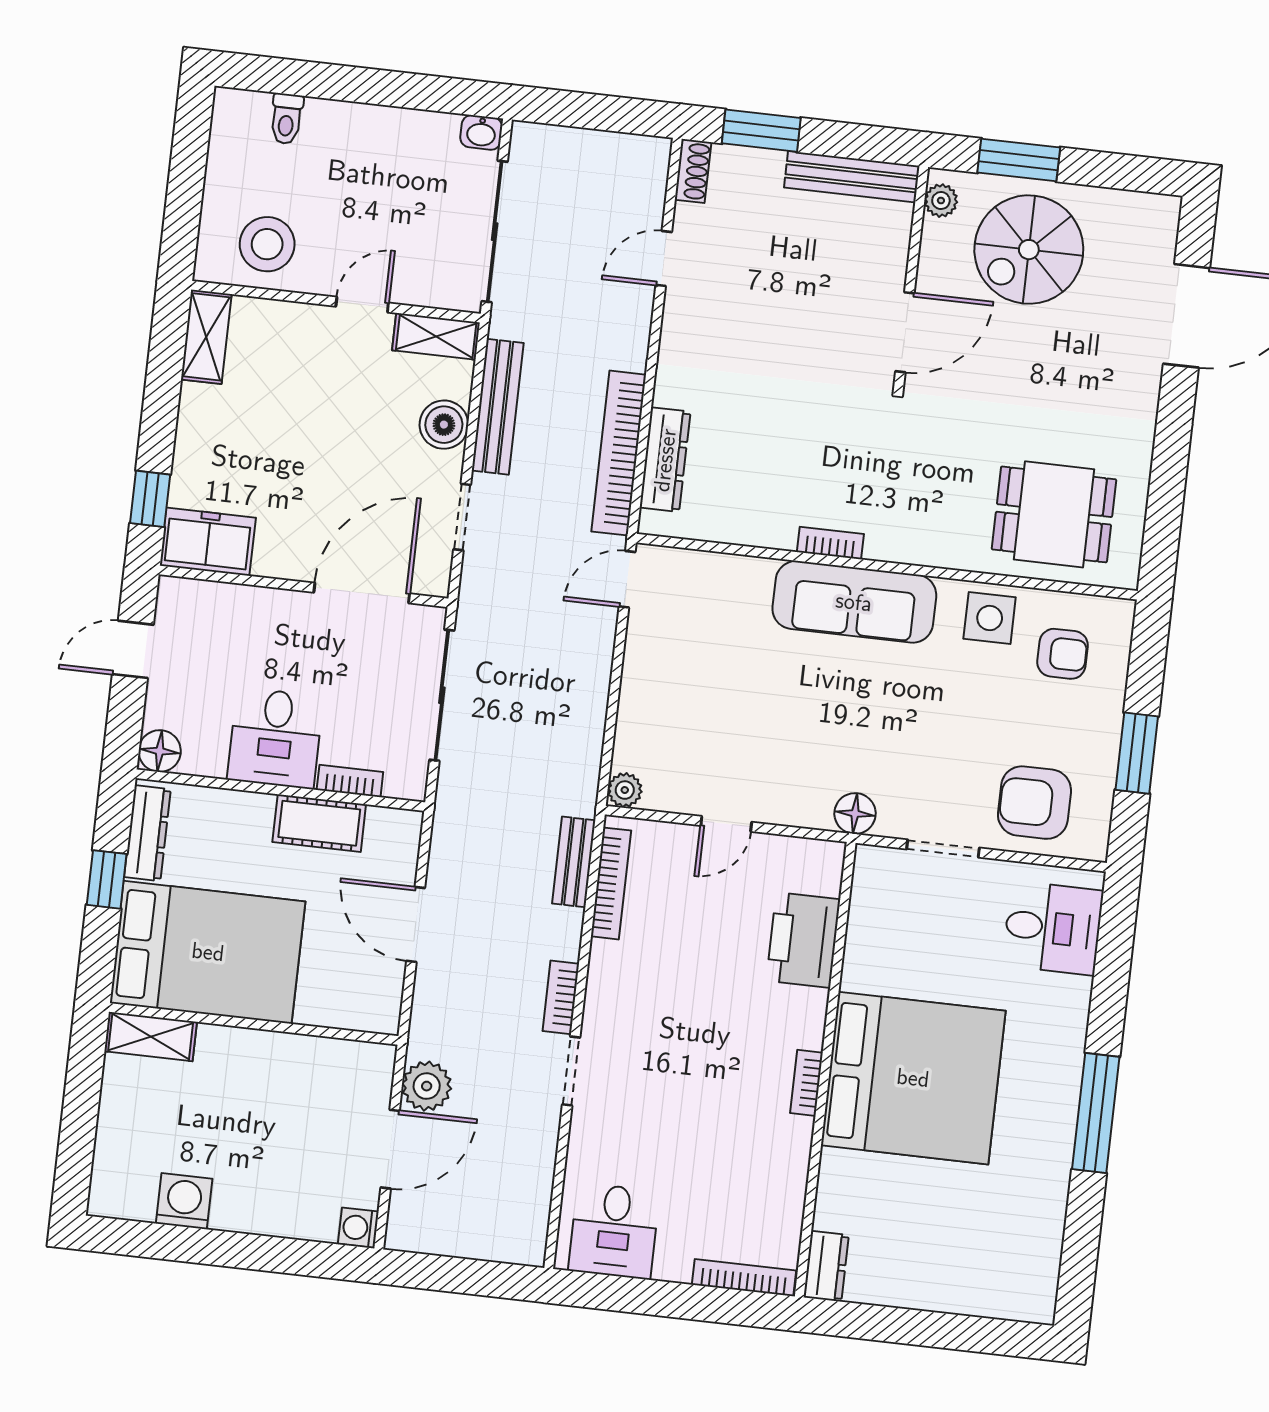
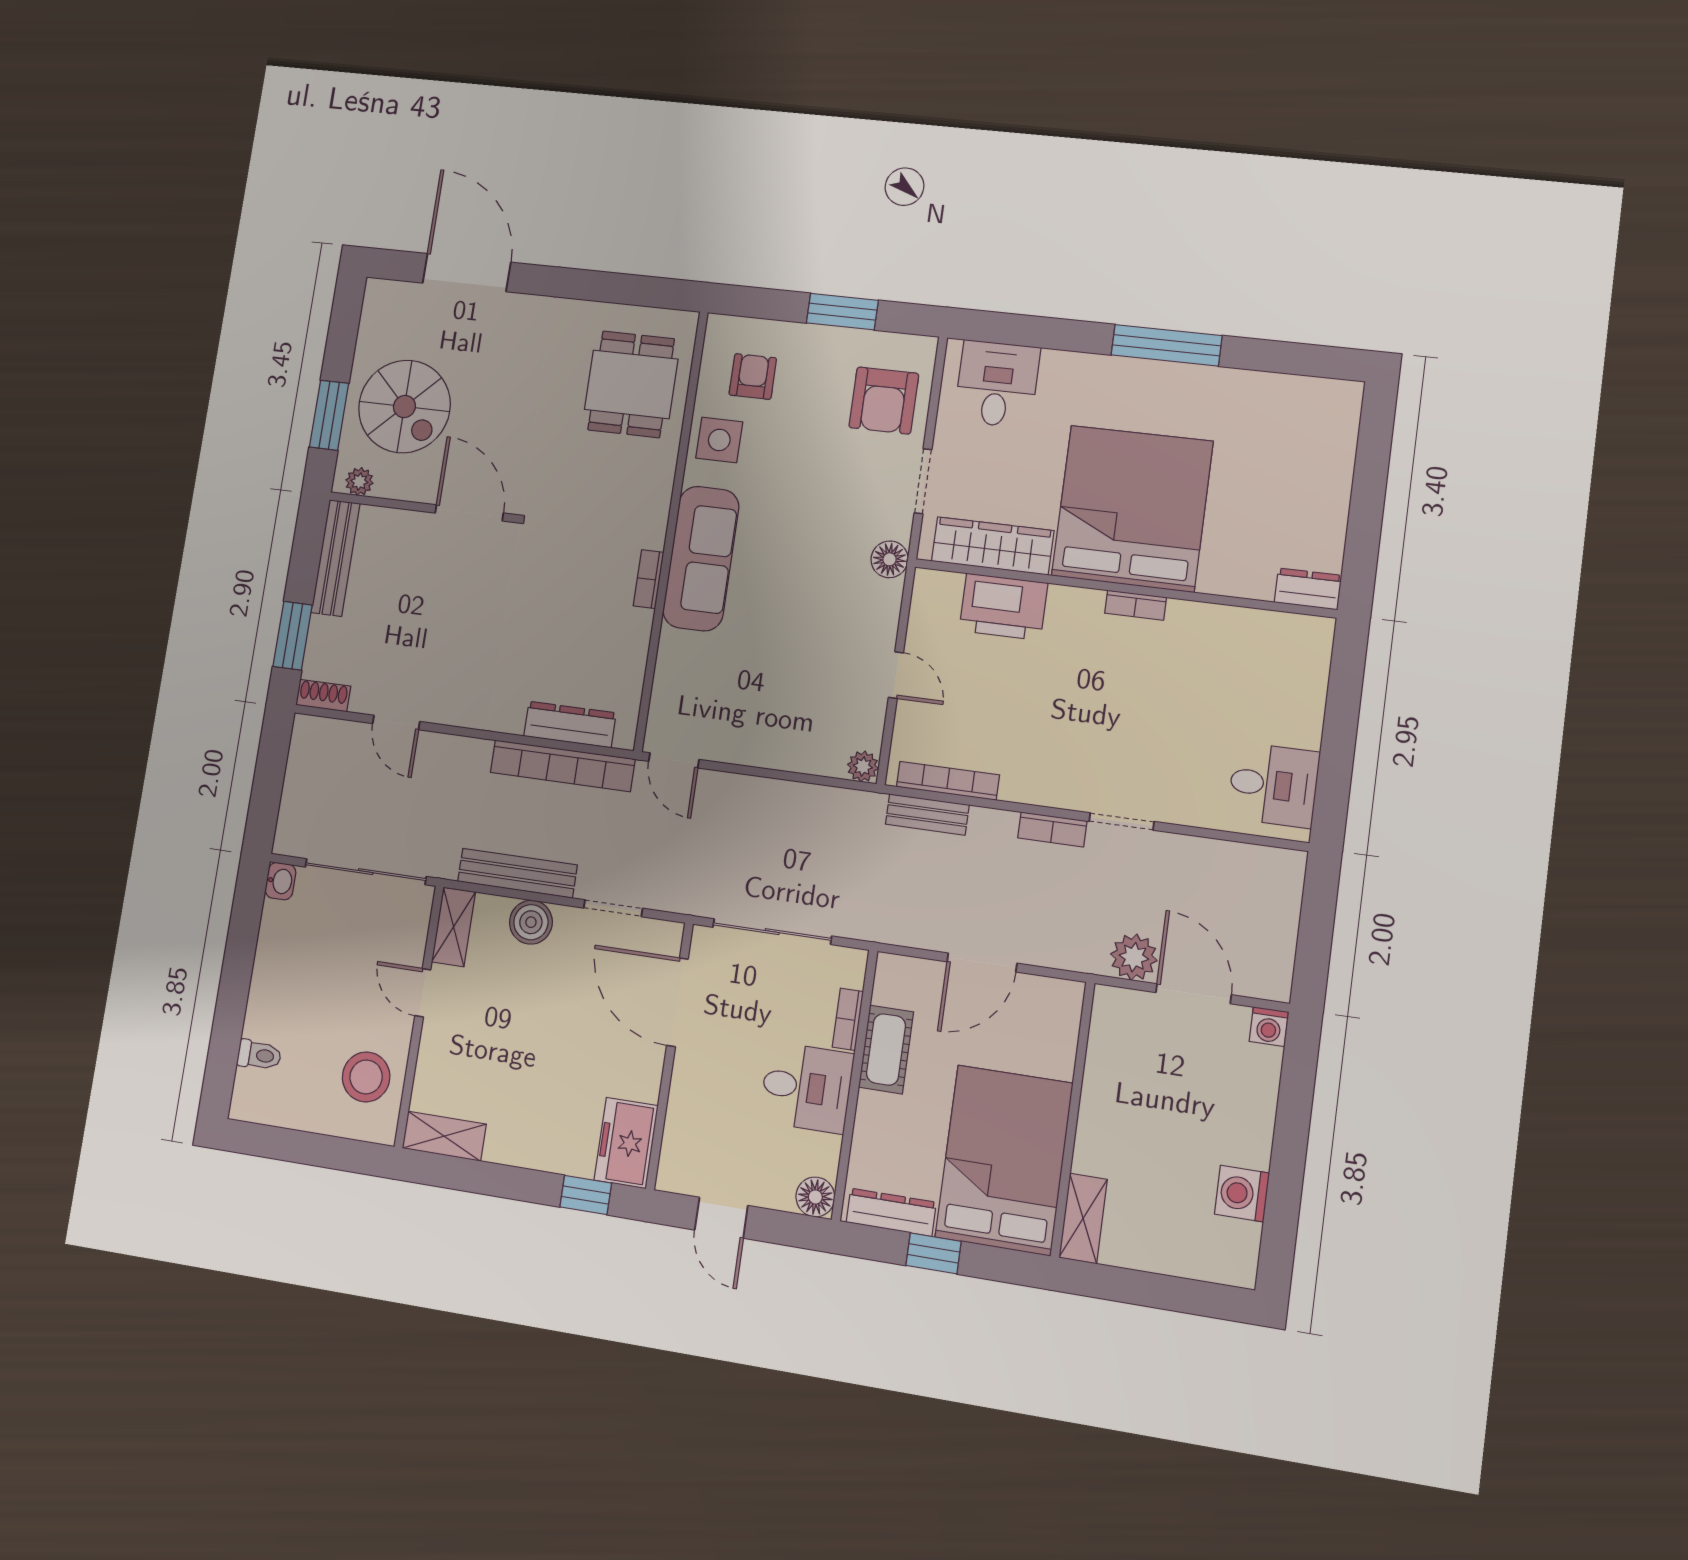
wardrobe: (871, 927) -> (993, 546), added
bookcase: (744, 1278) -> (1319, 665), removed

